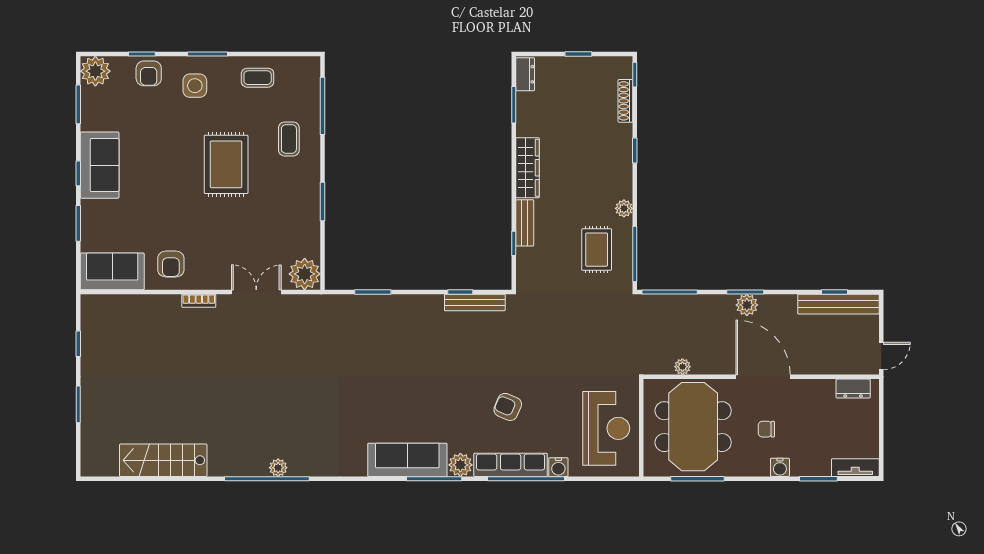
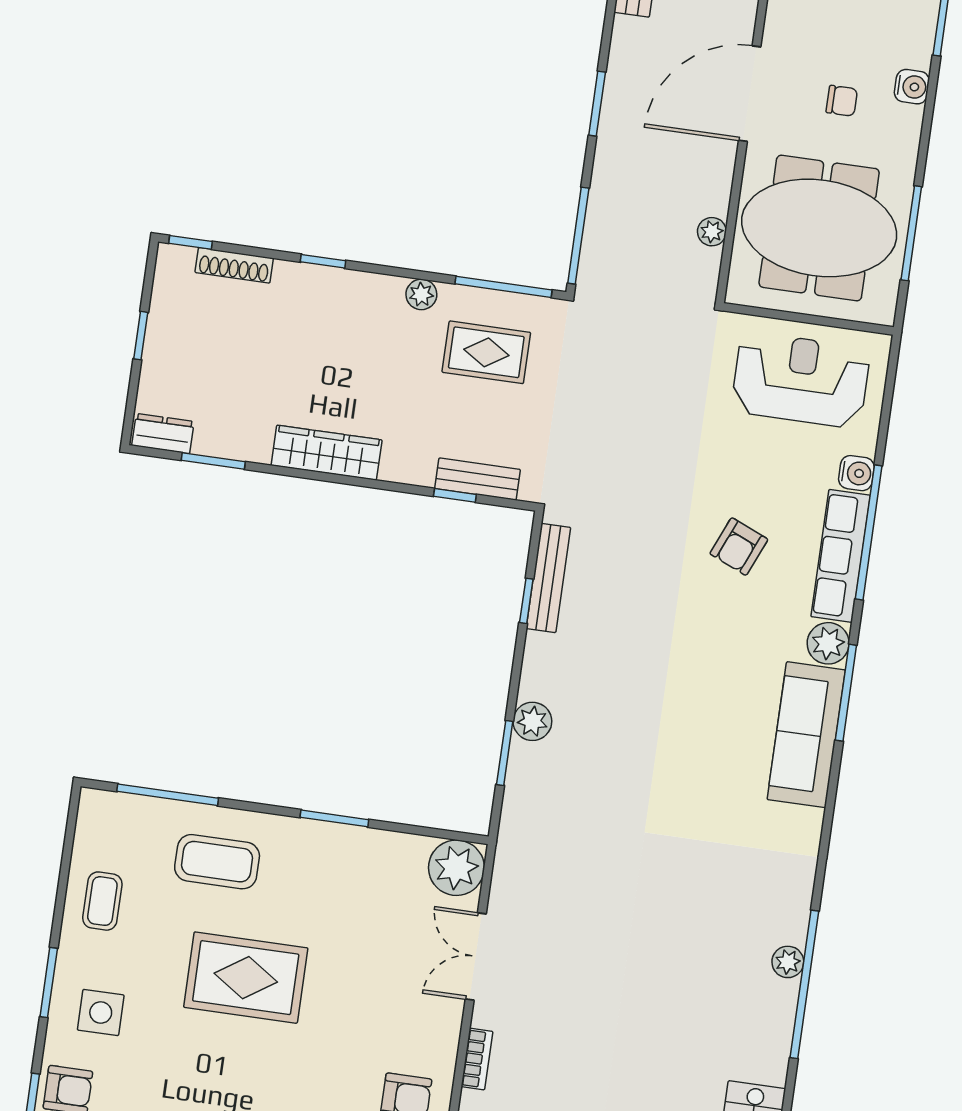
coffee table: (289, 139) -> (217, 862), width x1.36, depth x1.30
bench: (525, 223) -> (477, 479), moved
plant: (747, 305) -> (532, 721), moved
chair: (766, 429) -> (842, 101), turned -90

